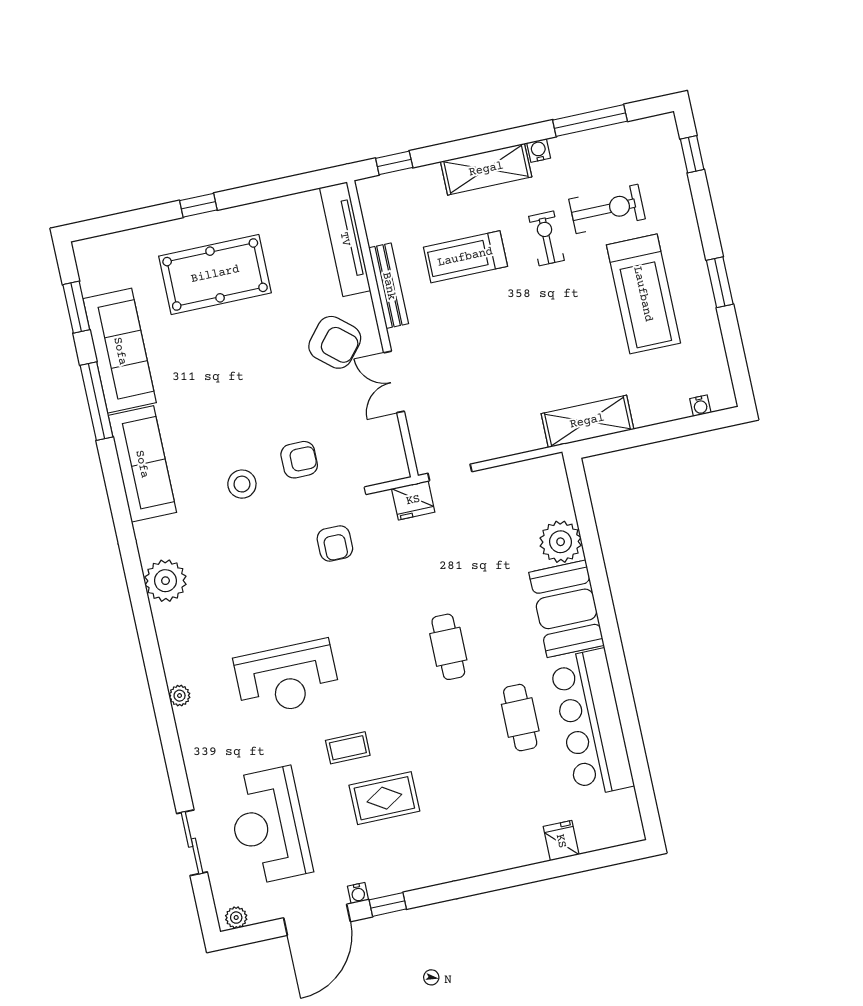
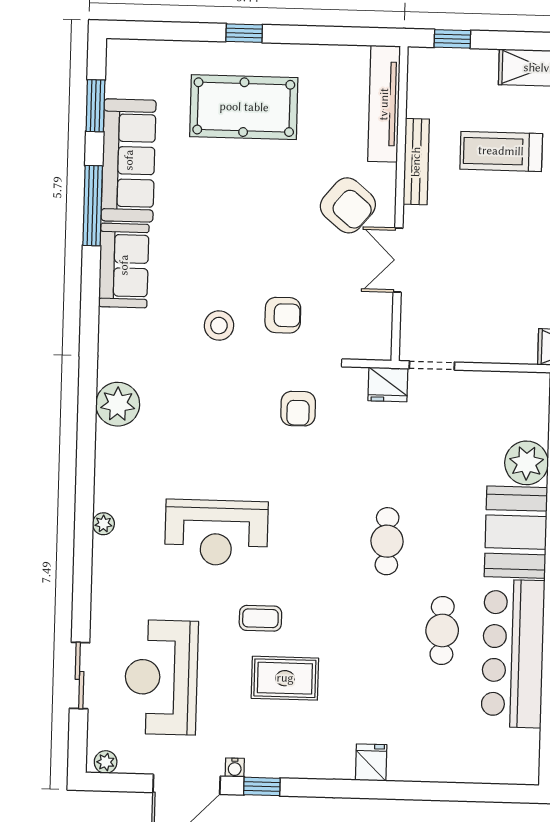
sofa: (142, 464) -> (124, 265), width x0.73
fridge: (561, 841) -> (371, 763), moved

